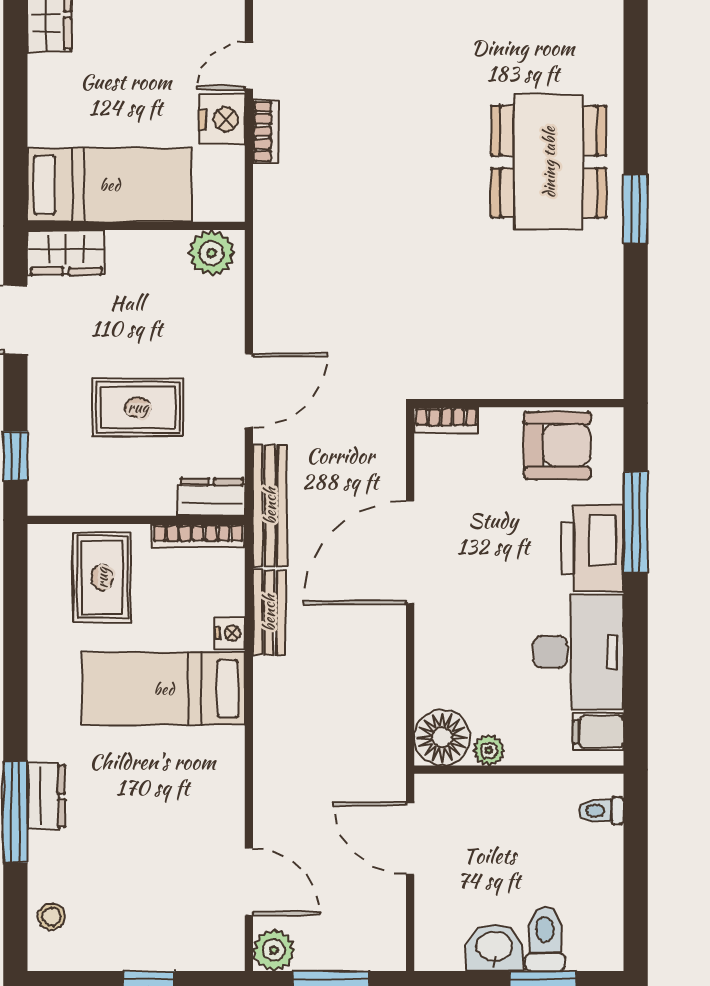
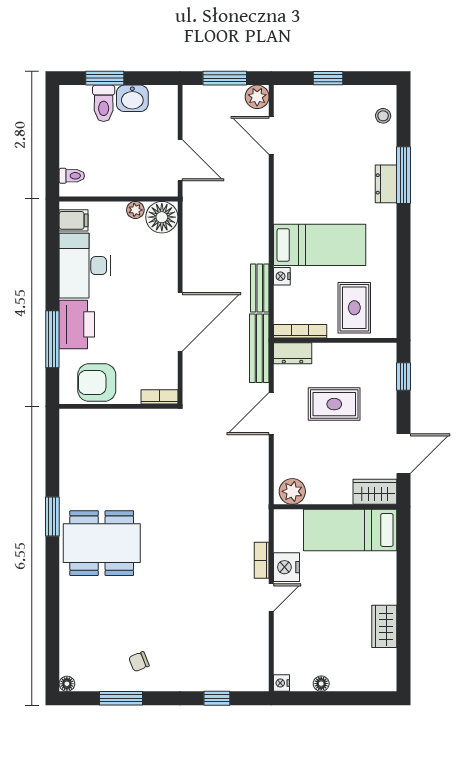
dining table: (549, 162) -> (102, 543), turned 90

